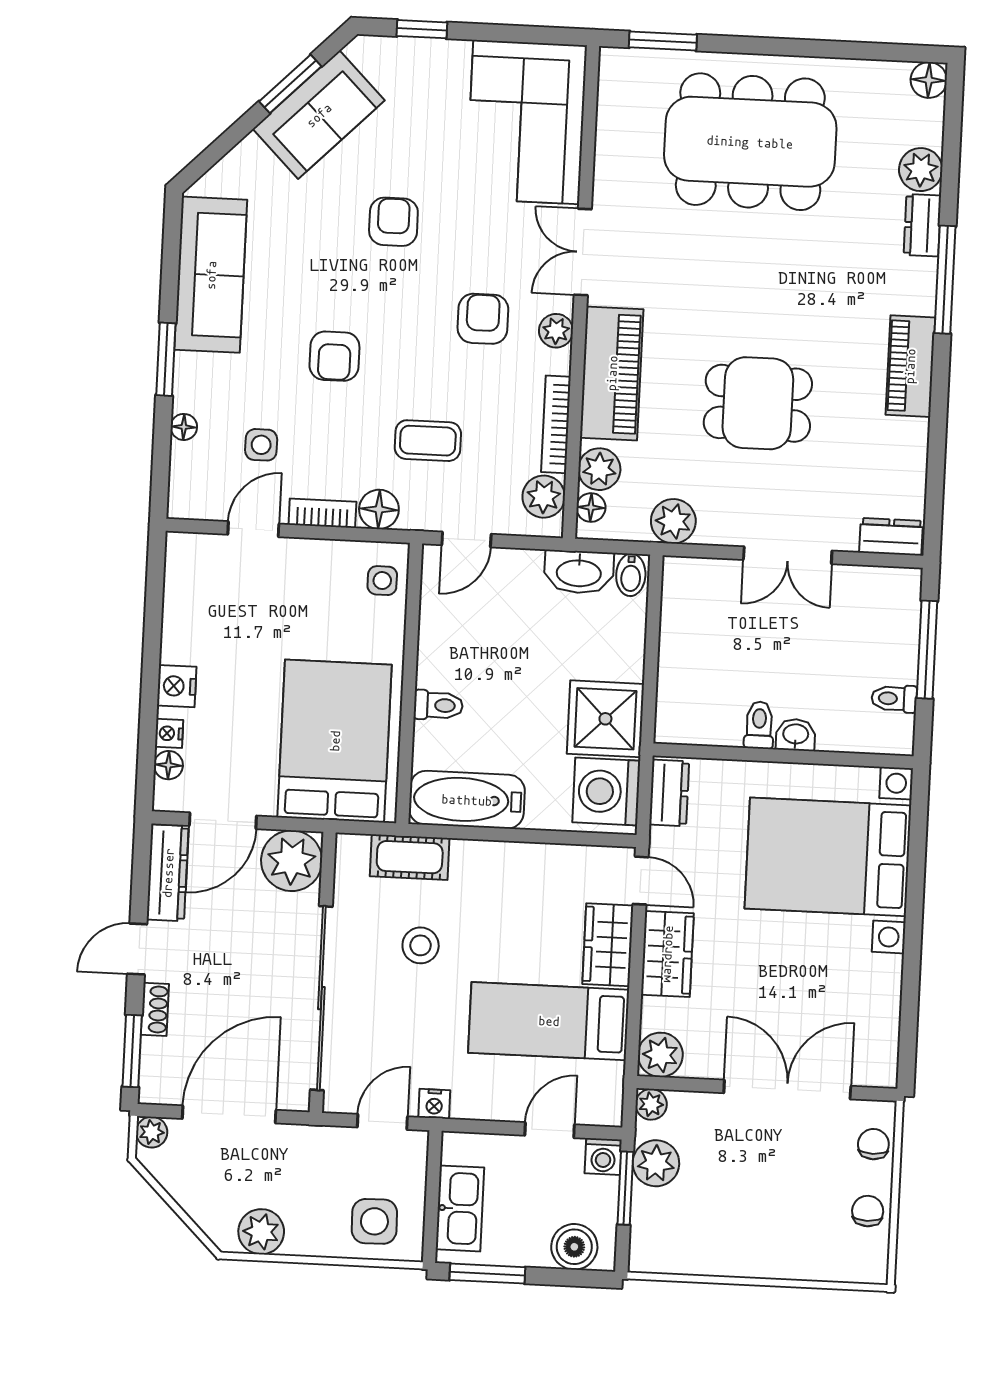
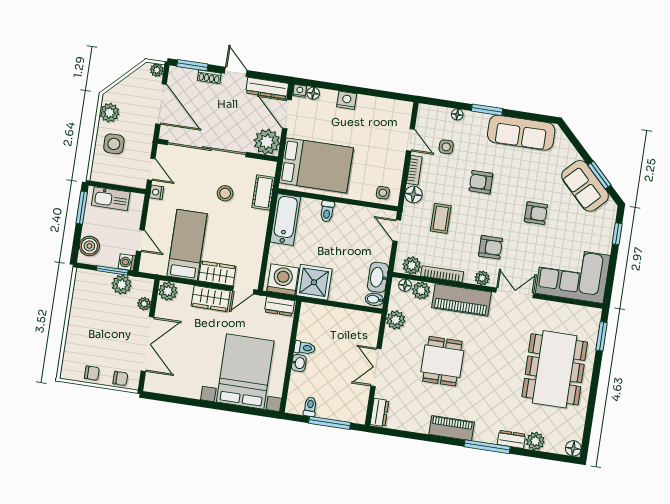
nightstand: (169, 733) -> (300, 91), moved
plant: (651, 1104) -> (144, 304), moved
side table: (374, 1221) -> (114, 144), moved

